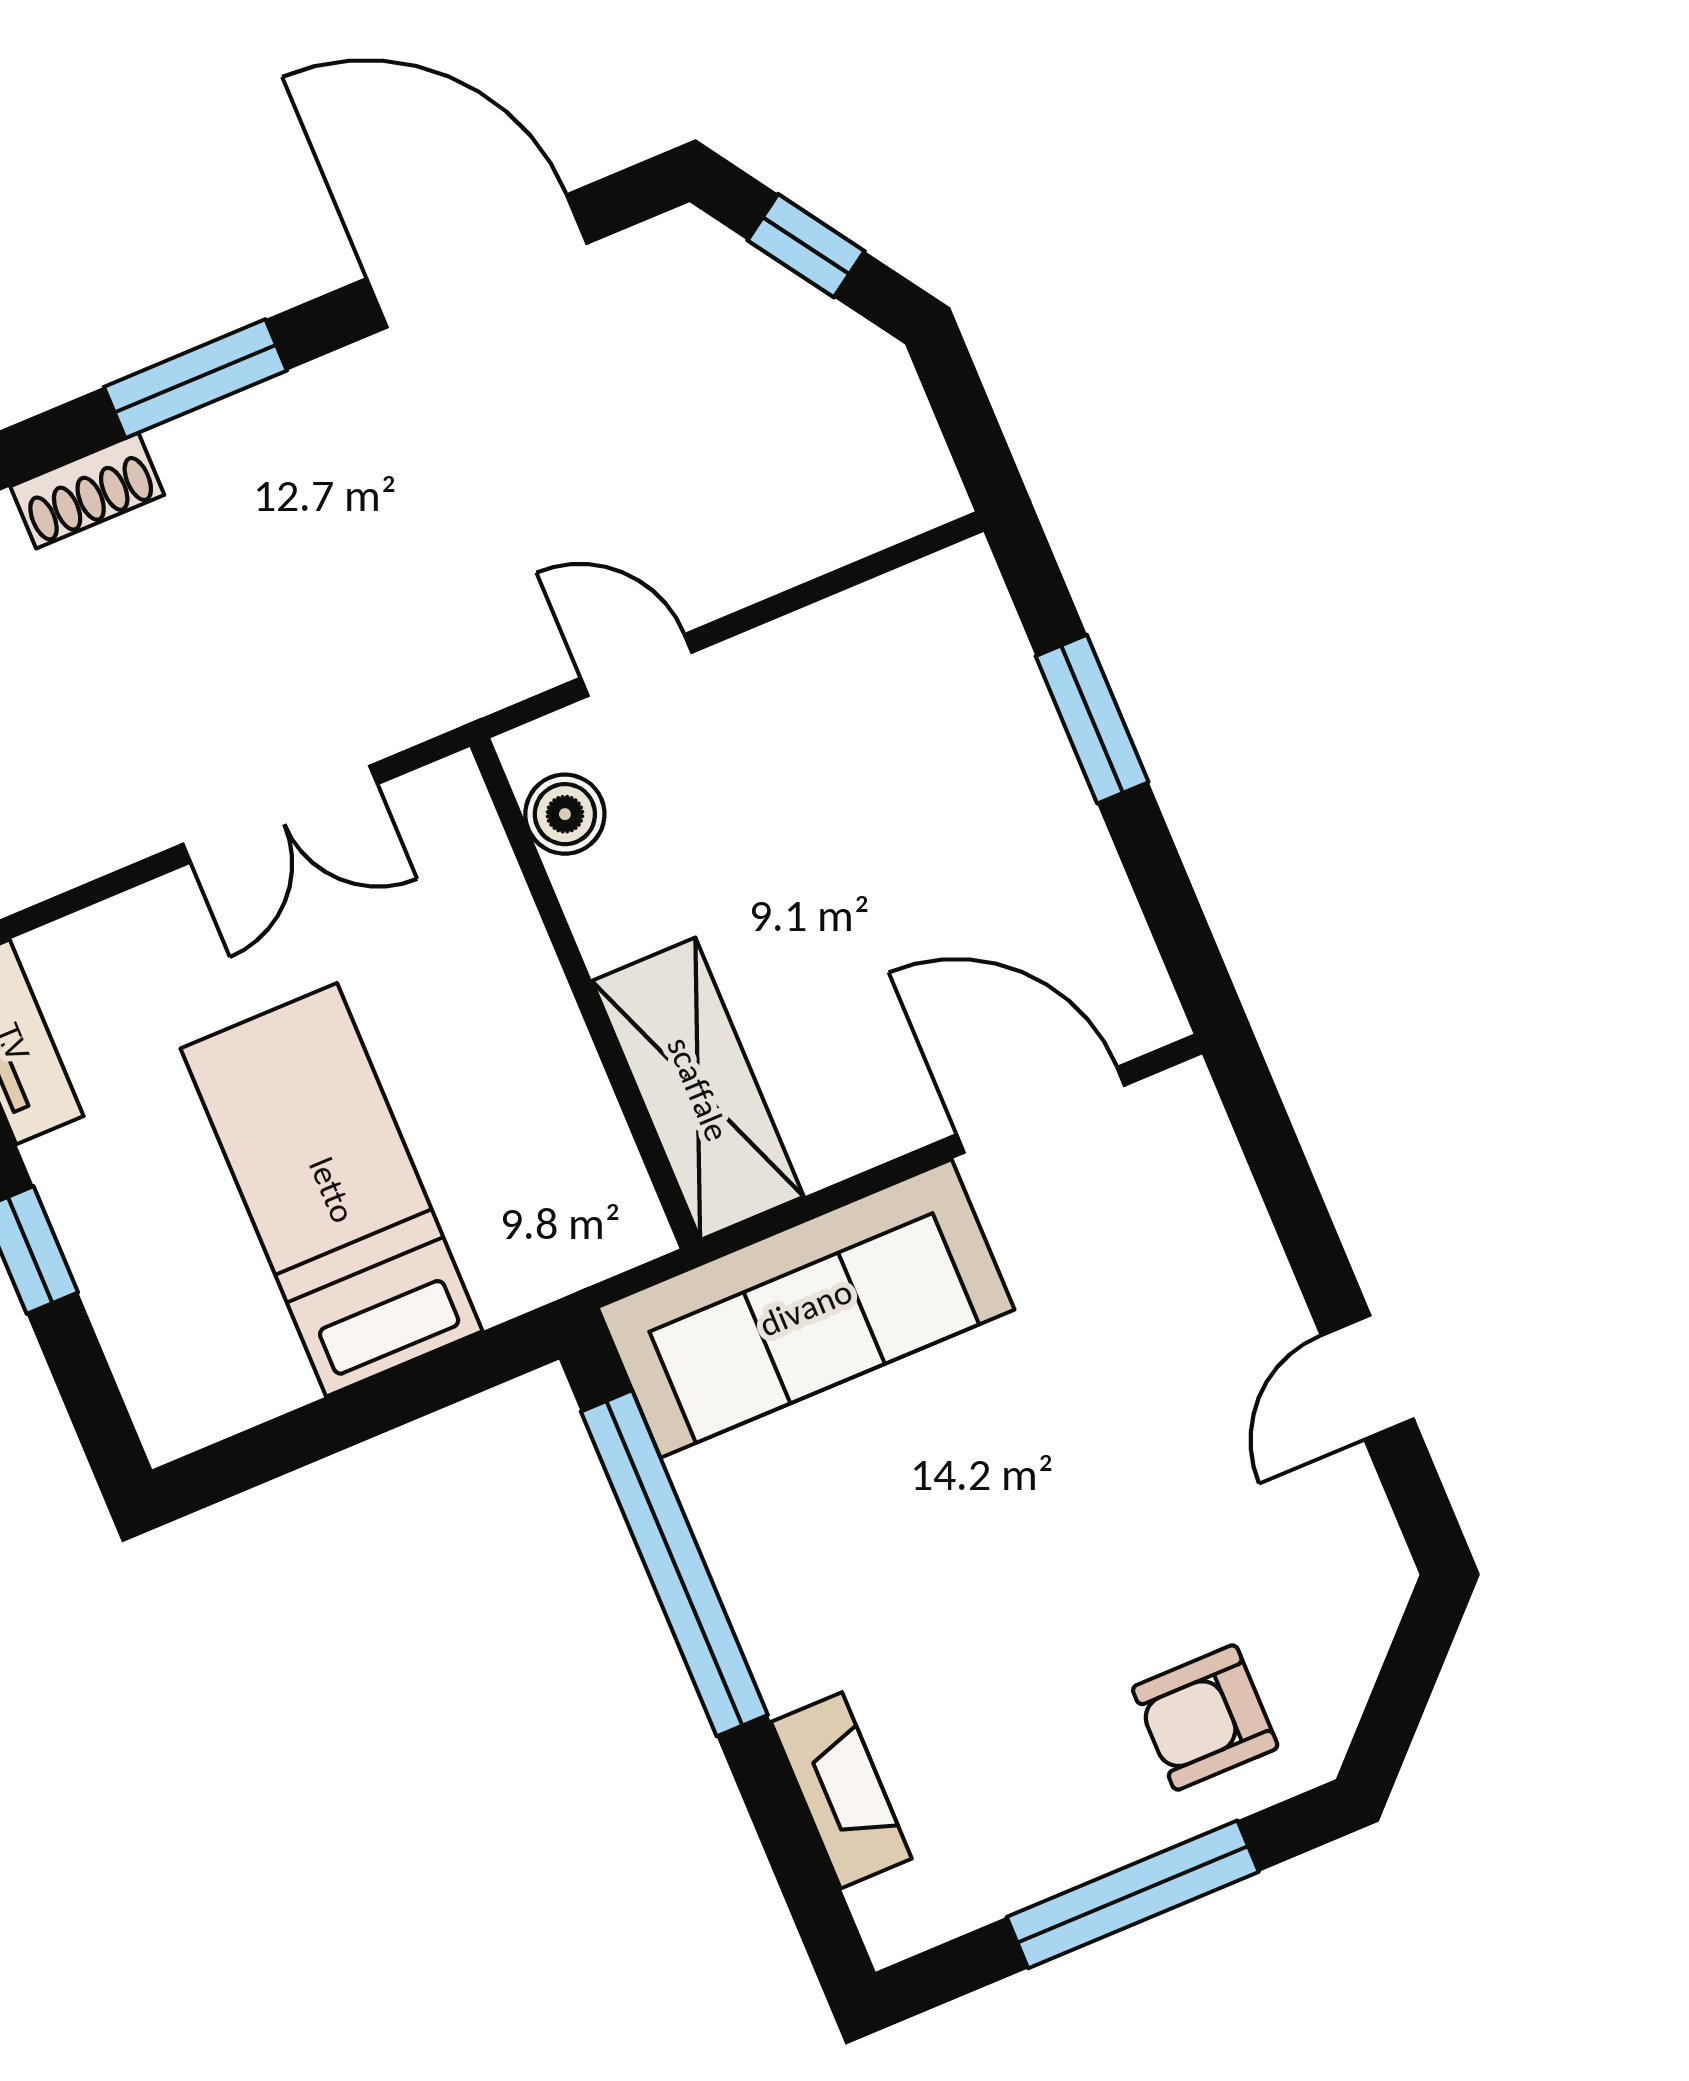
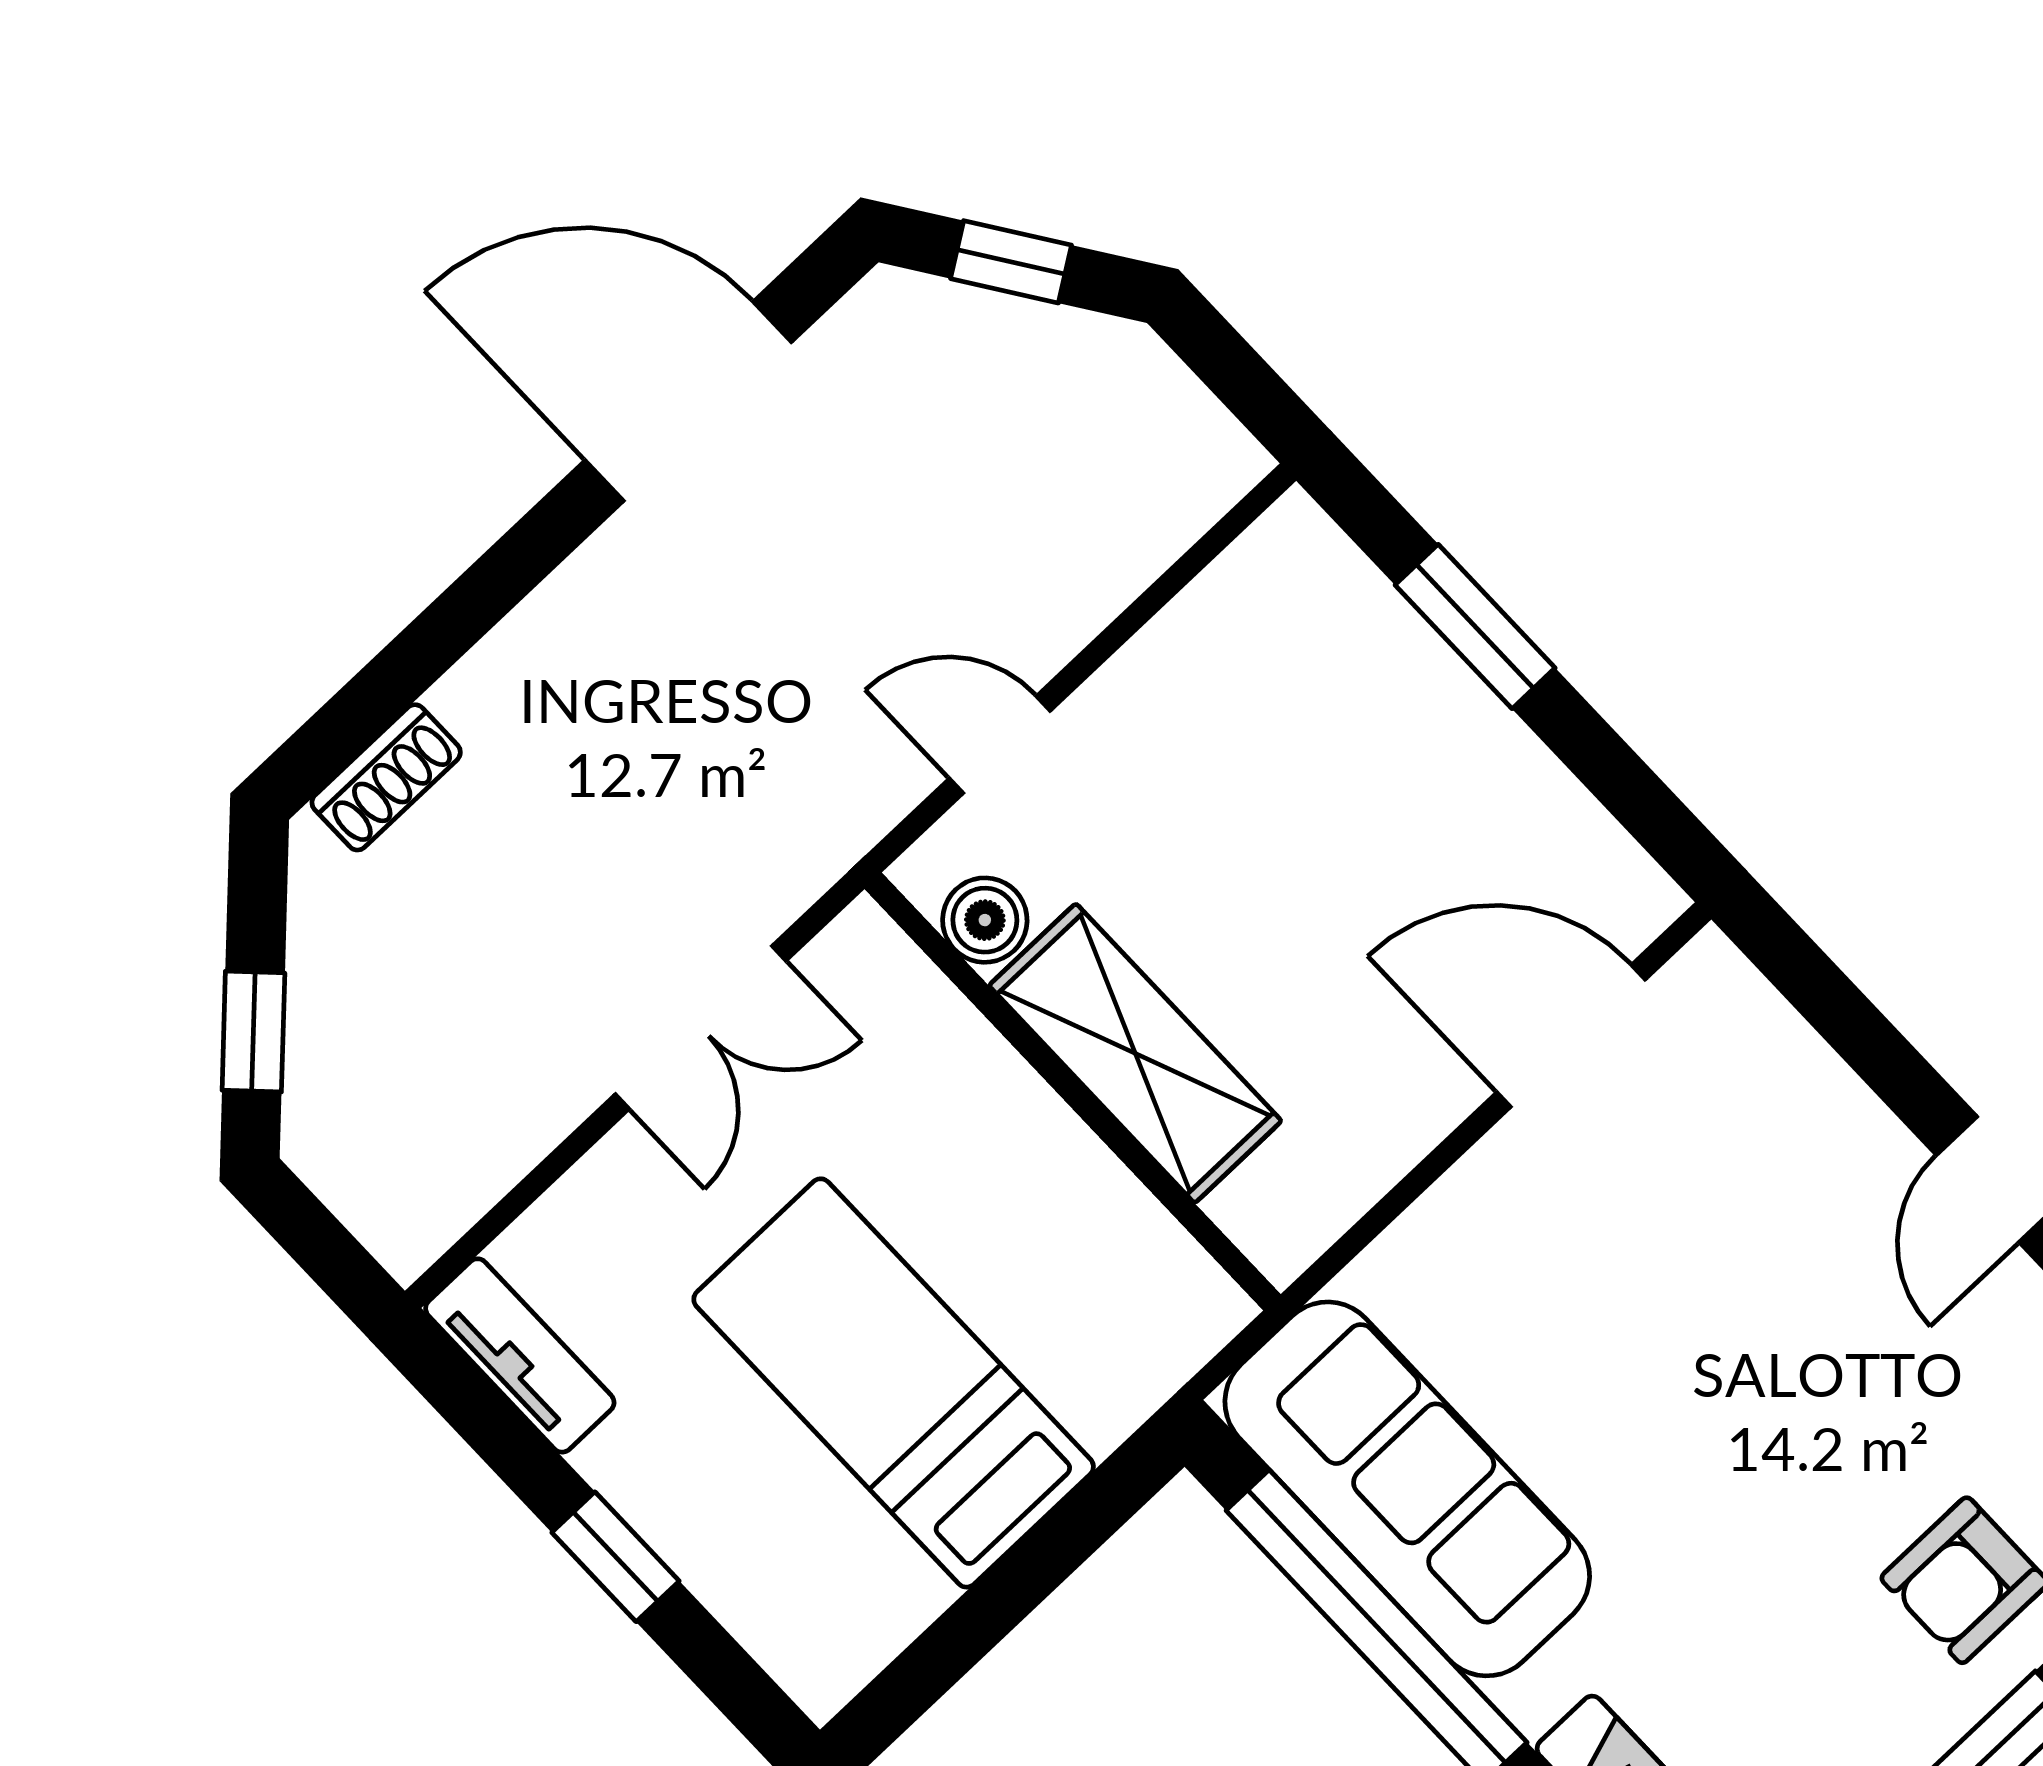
window: (195, 379) -> (452, 625), removed
shelving: (698, 1089) -> (1135, 1053), moved
sofa: (806, 1308) -> (1407, 1489), moved, turned -90

